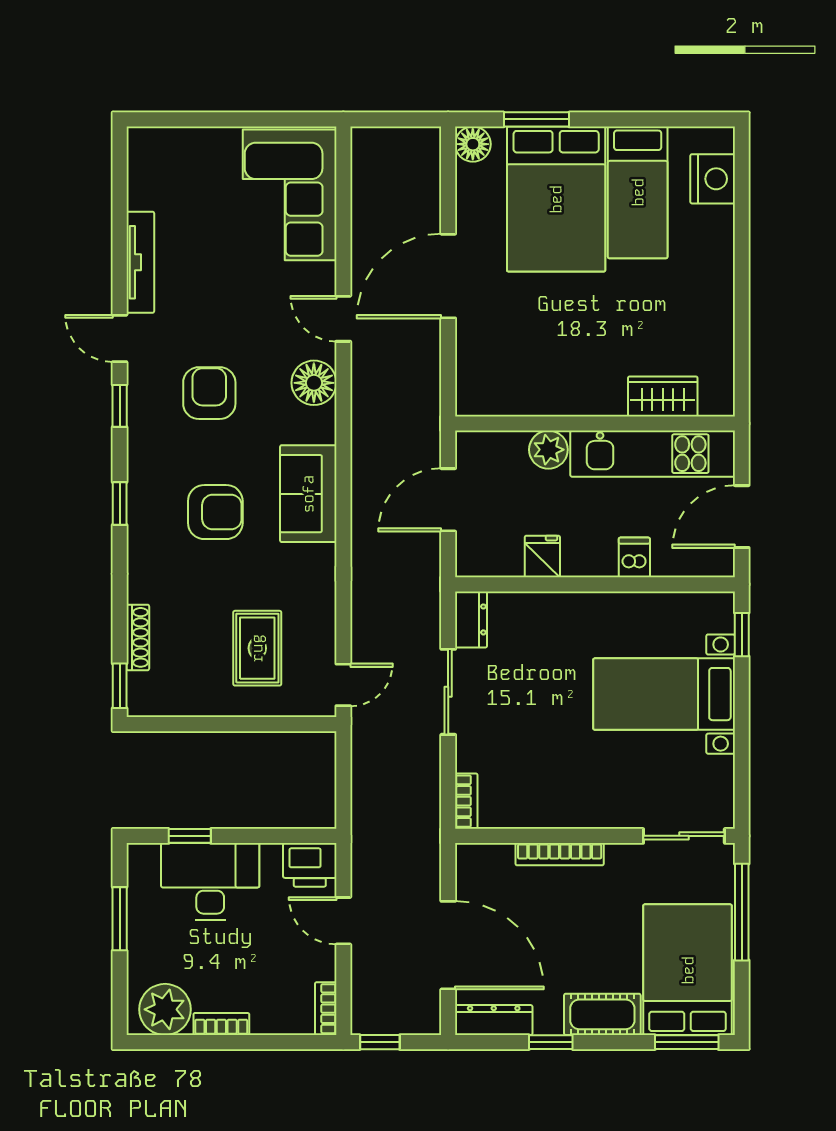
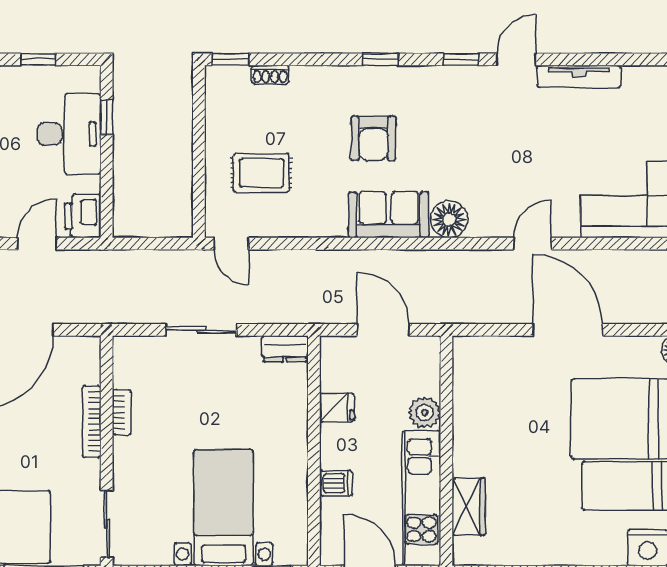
floor lamp: (314, 383) -> (449, 219), moved
armchair: (209, 393) -> (471, 133), removed
shoe rack: (138, 637) -> (270, 74), width x0.70
sliding door: (448, 692) -> (201, 330), moved
bookcase: (466, 801) -> (122, 412), moved, turned -90
window: (120, 919) -> (38, 59), width x0.67

